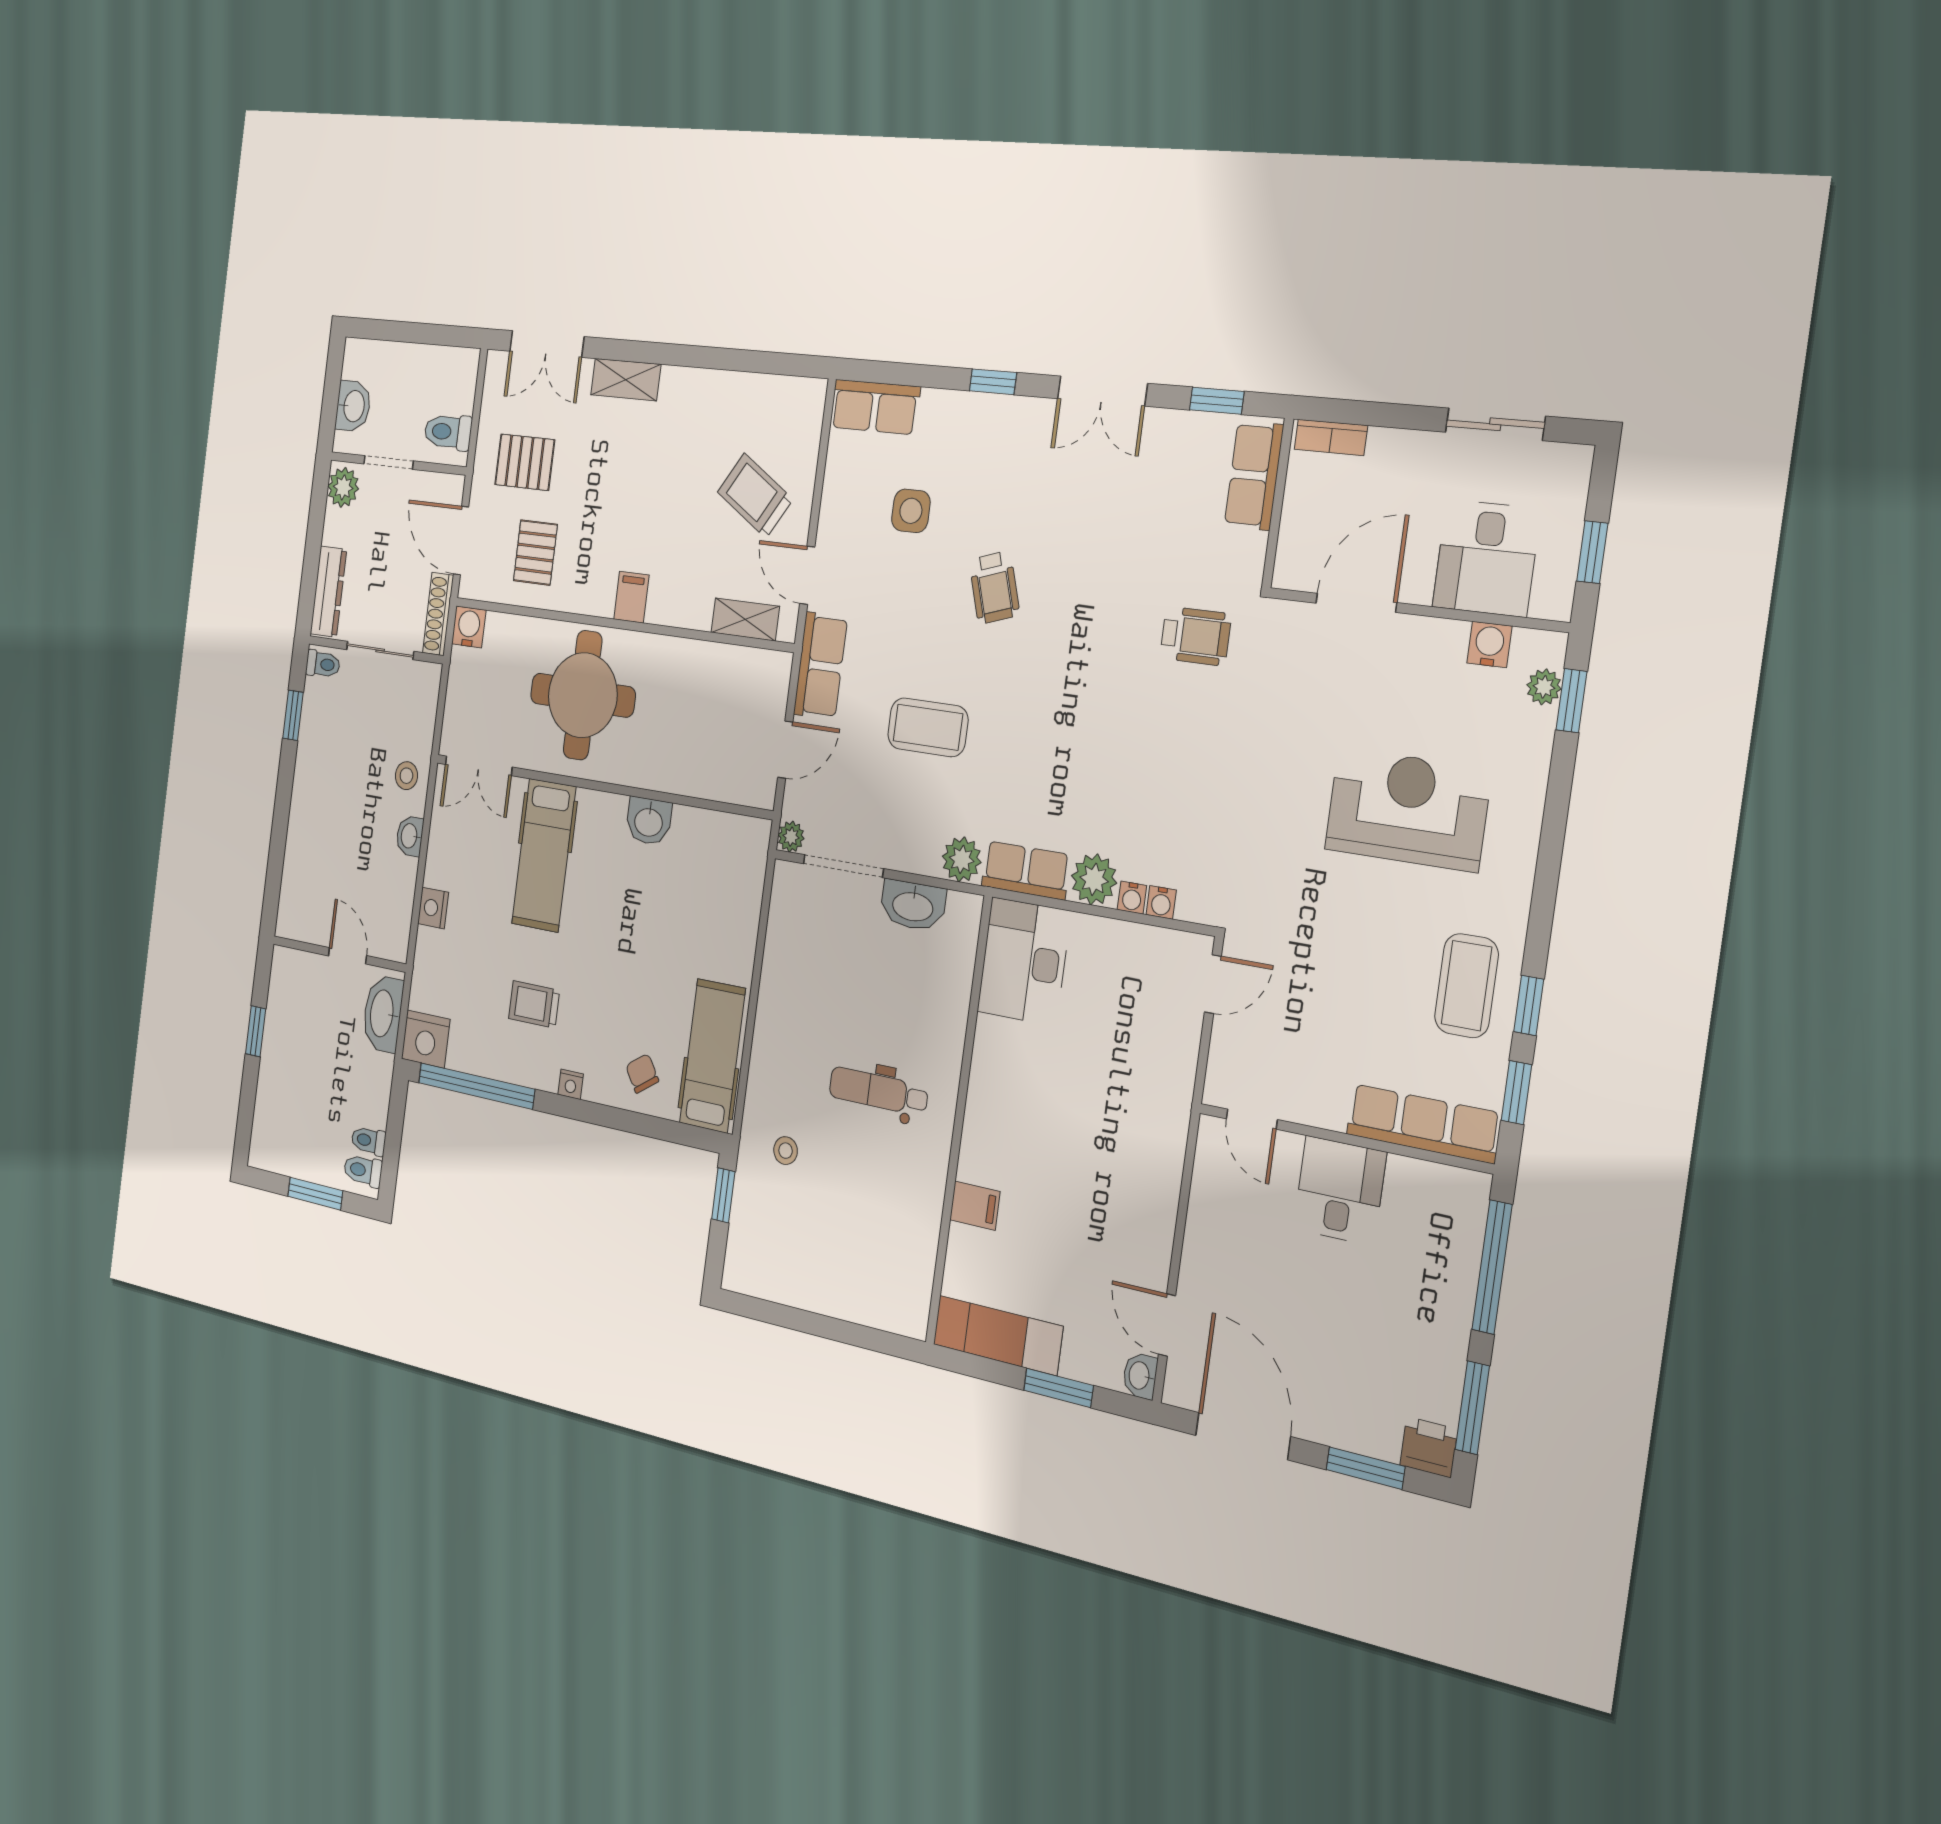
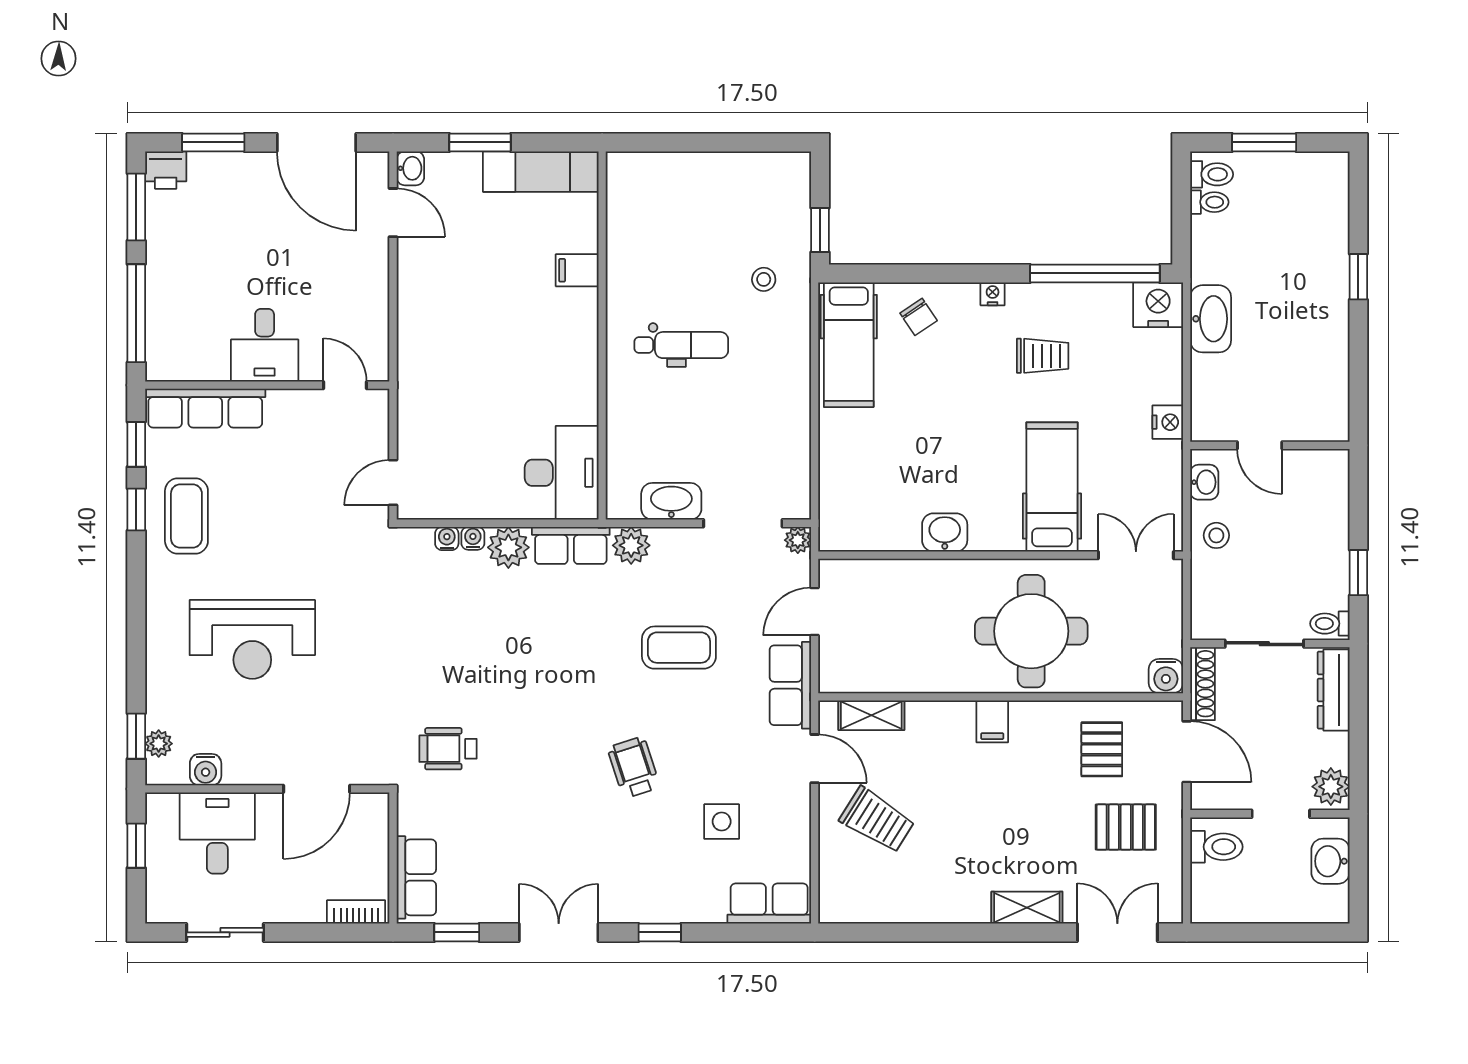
wall: (339, 954) -> (1270, 445), moved
door: (347, 956) -> (1260, 445), moved

